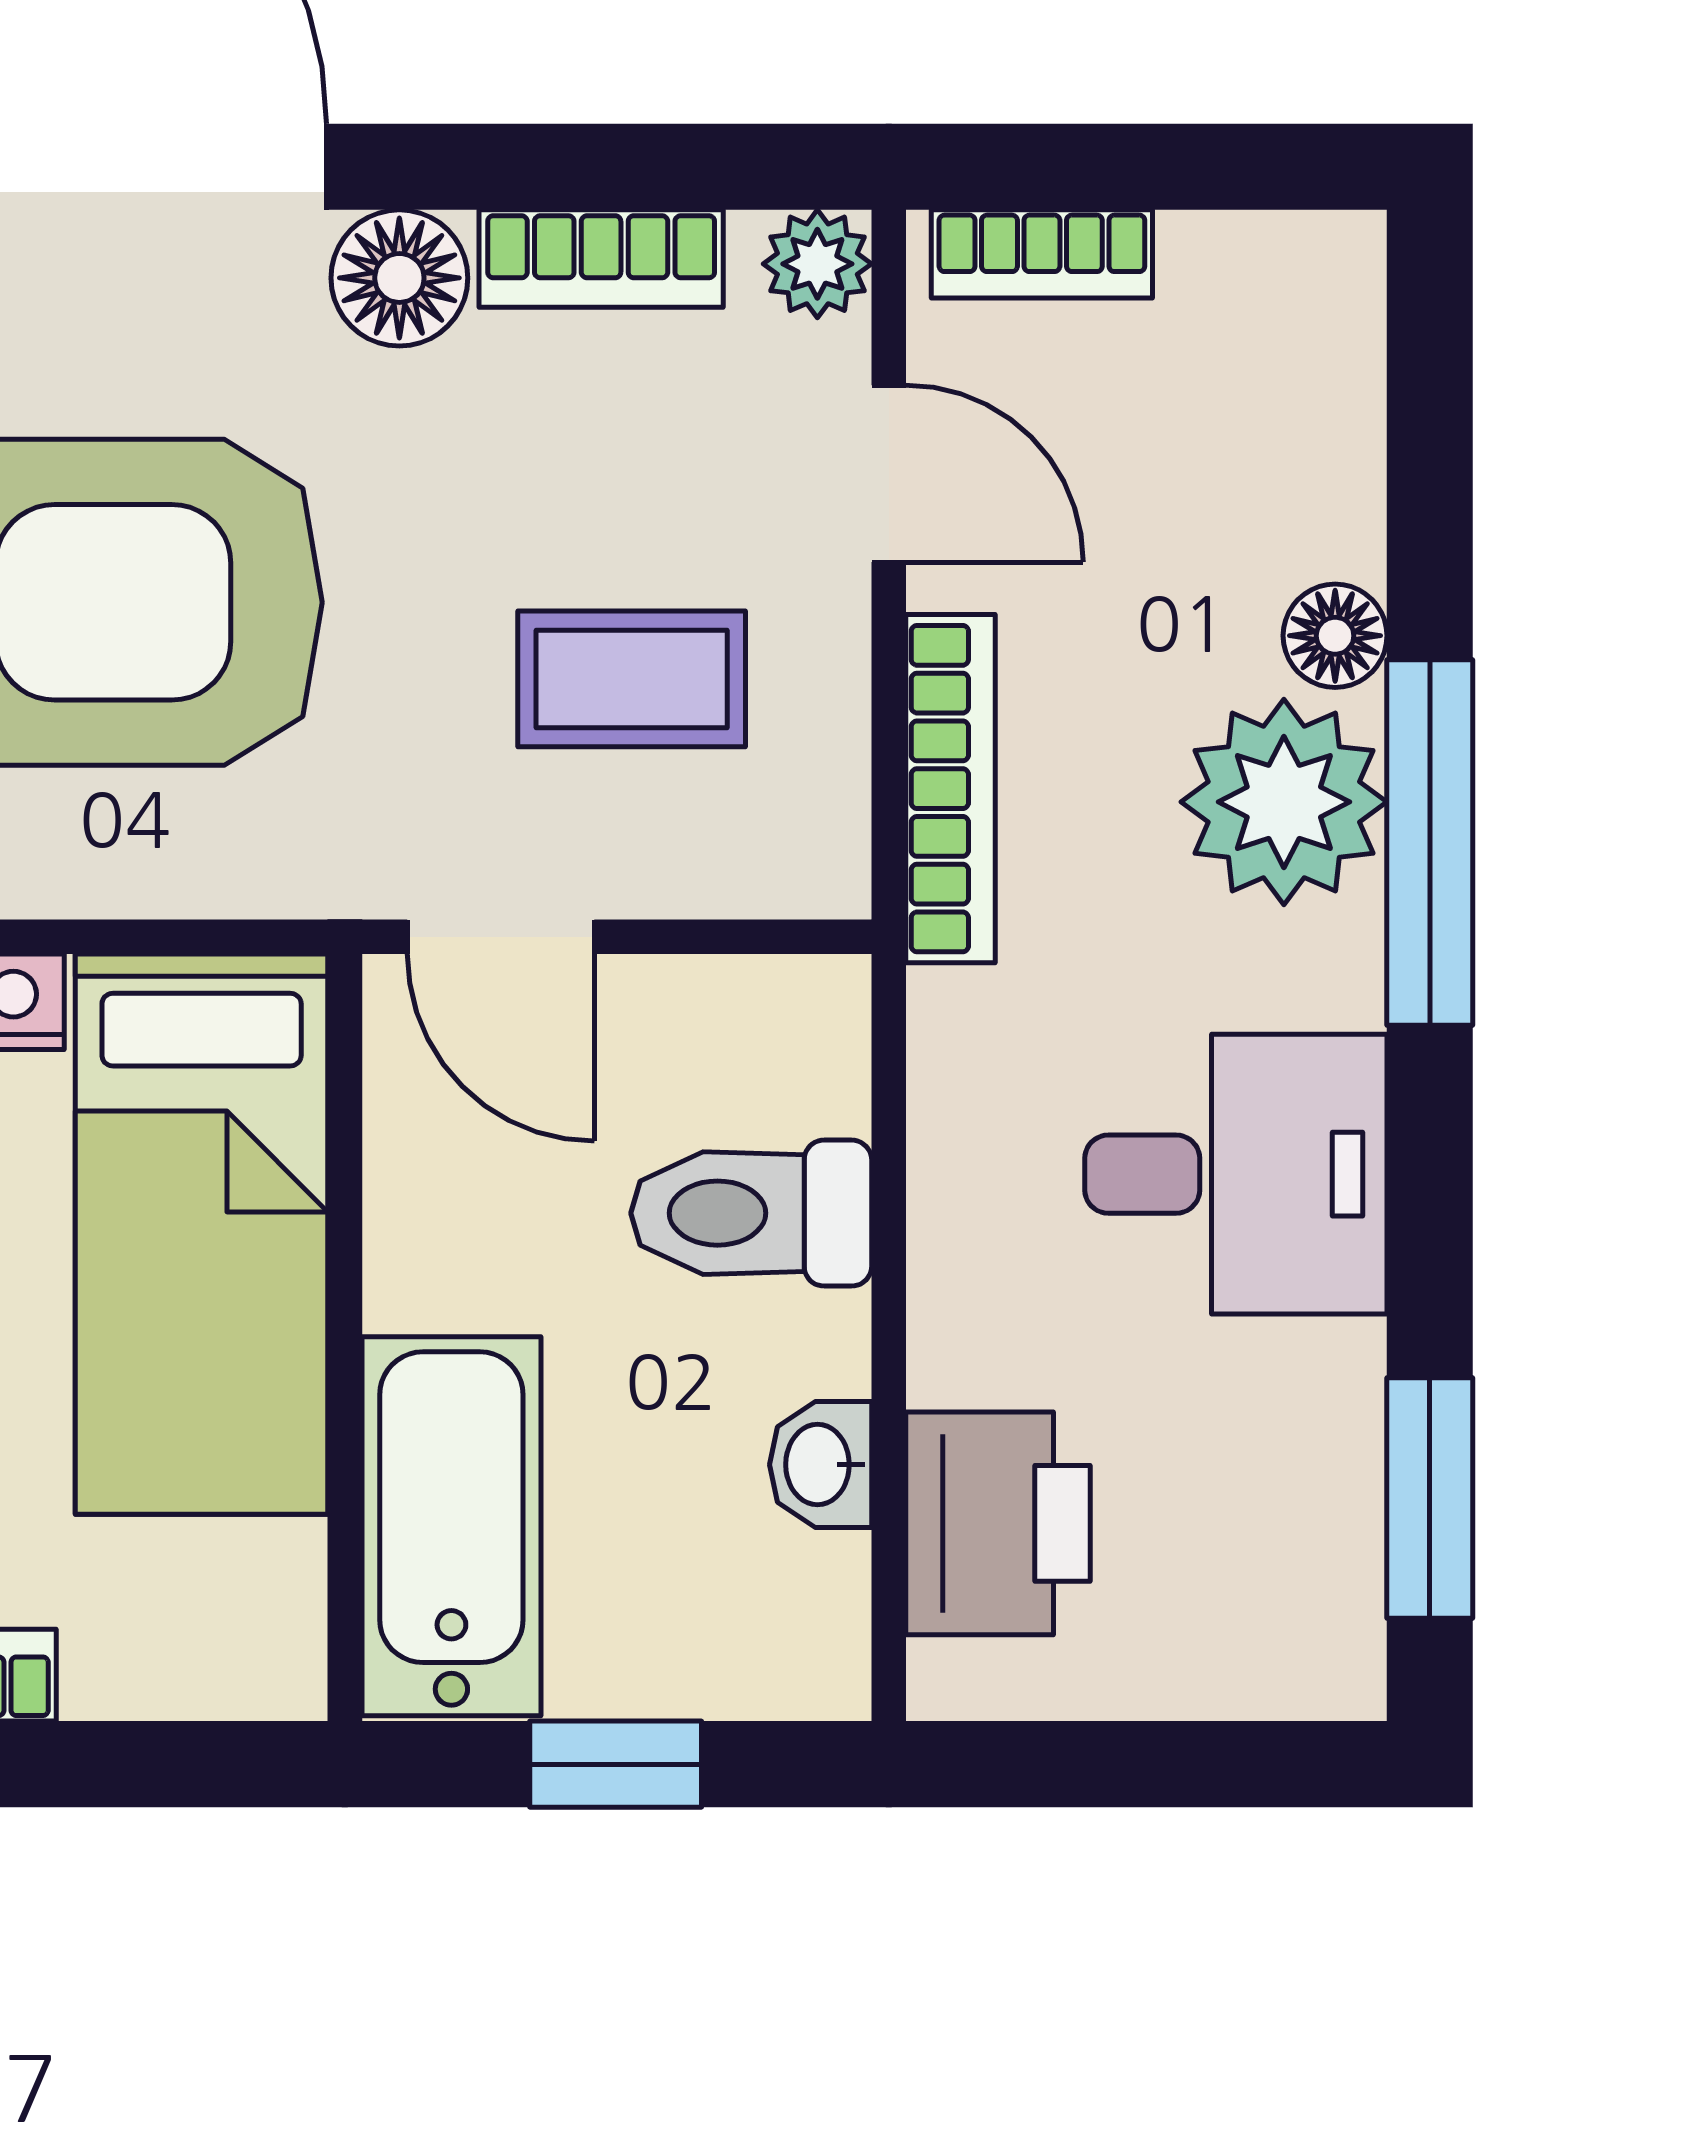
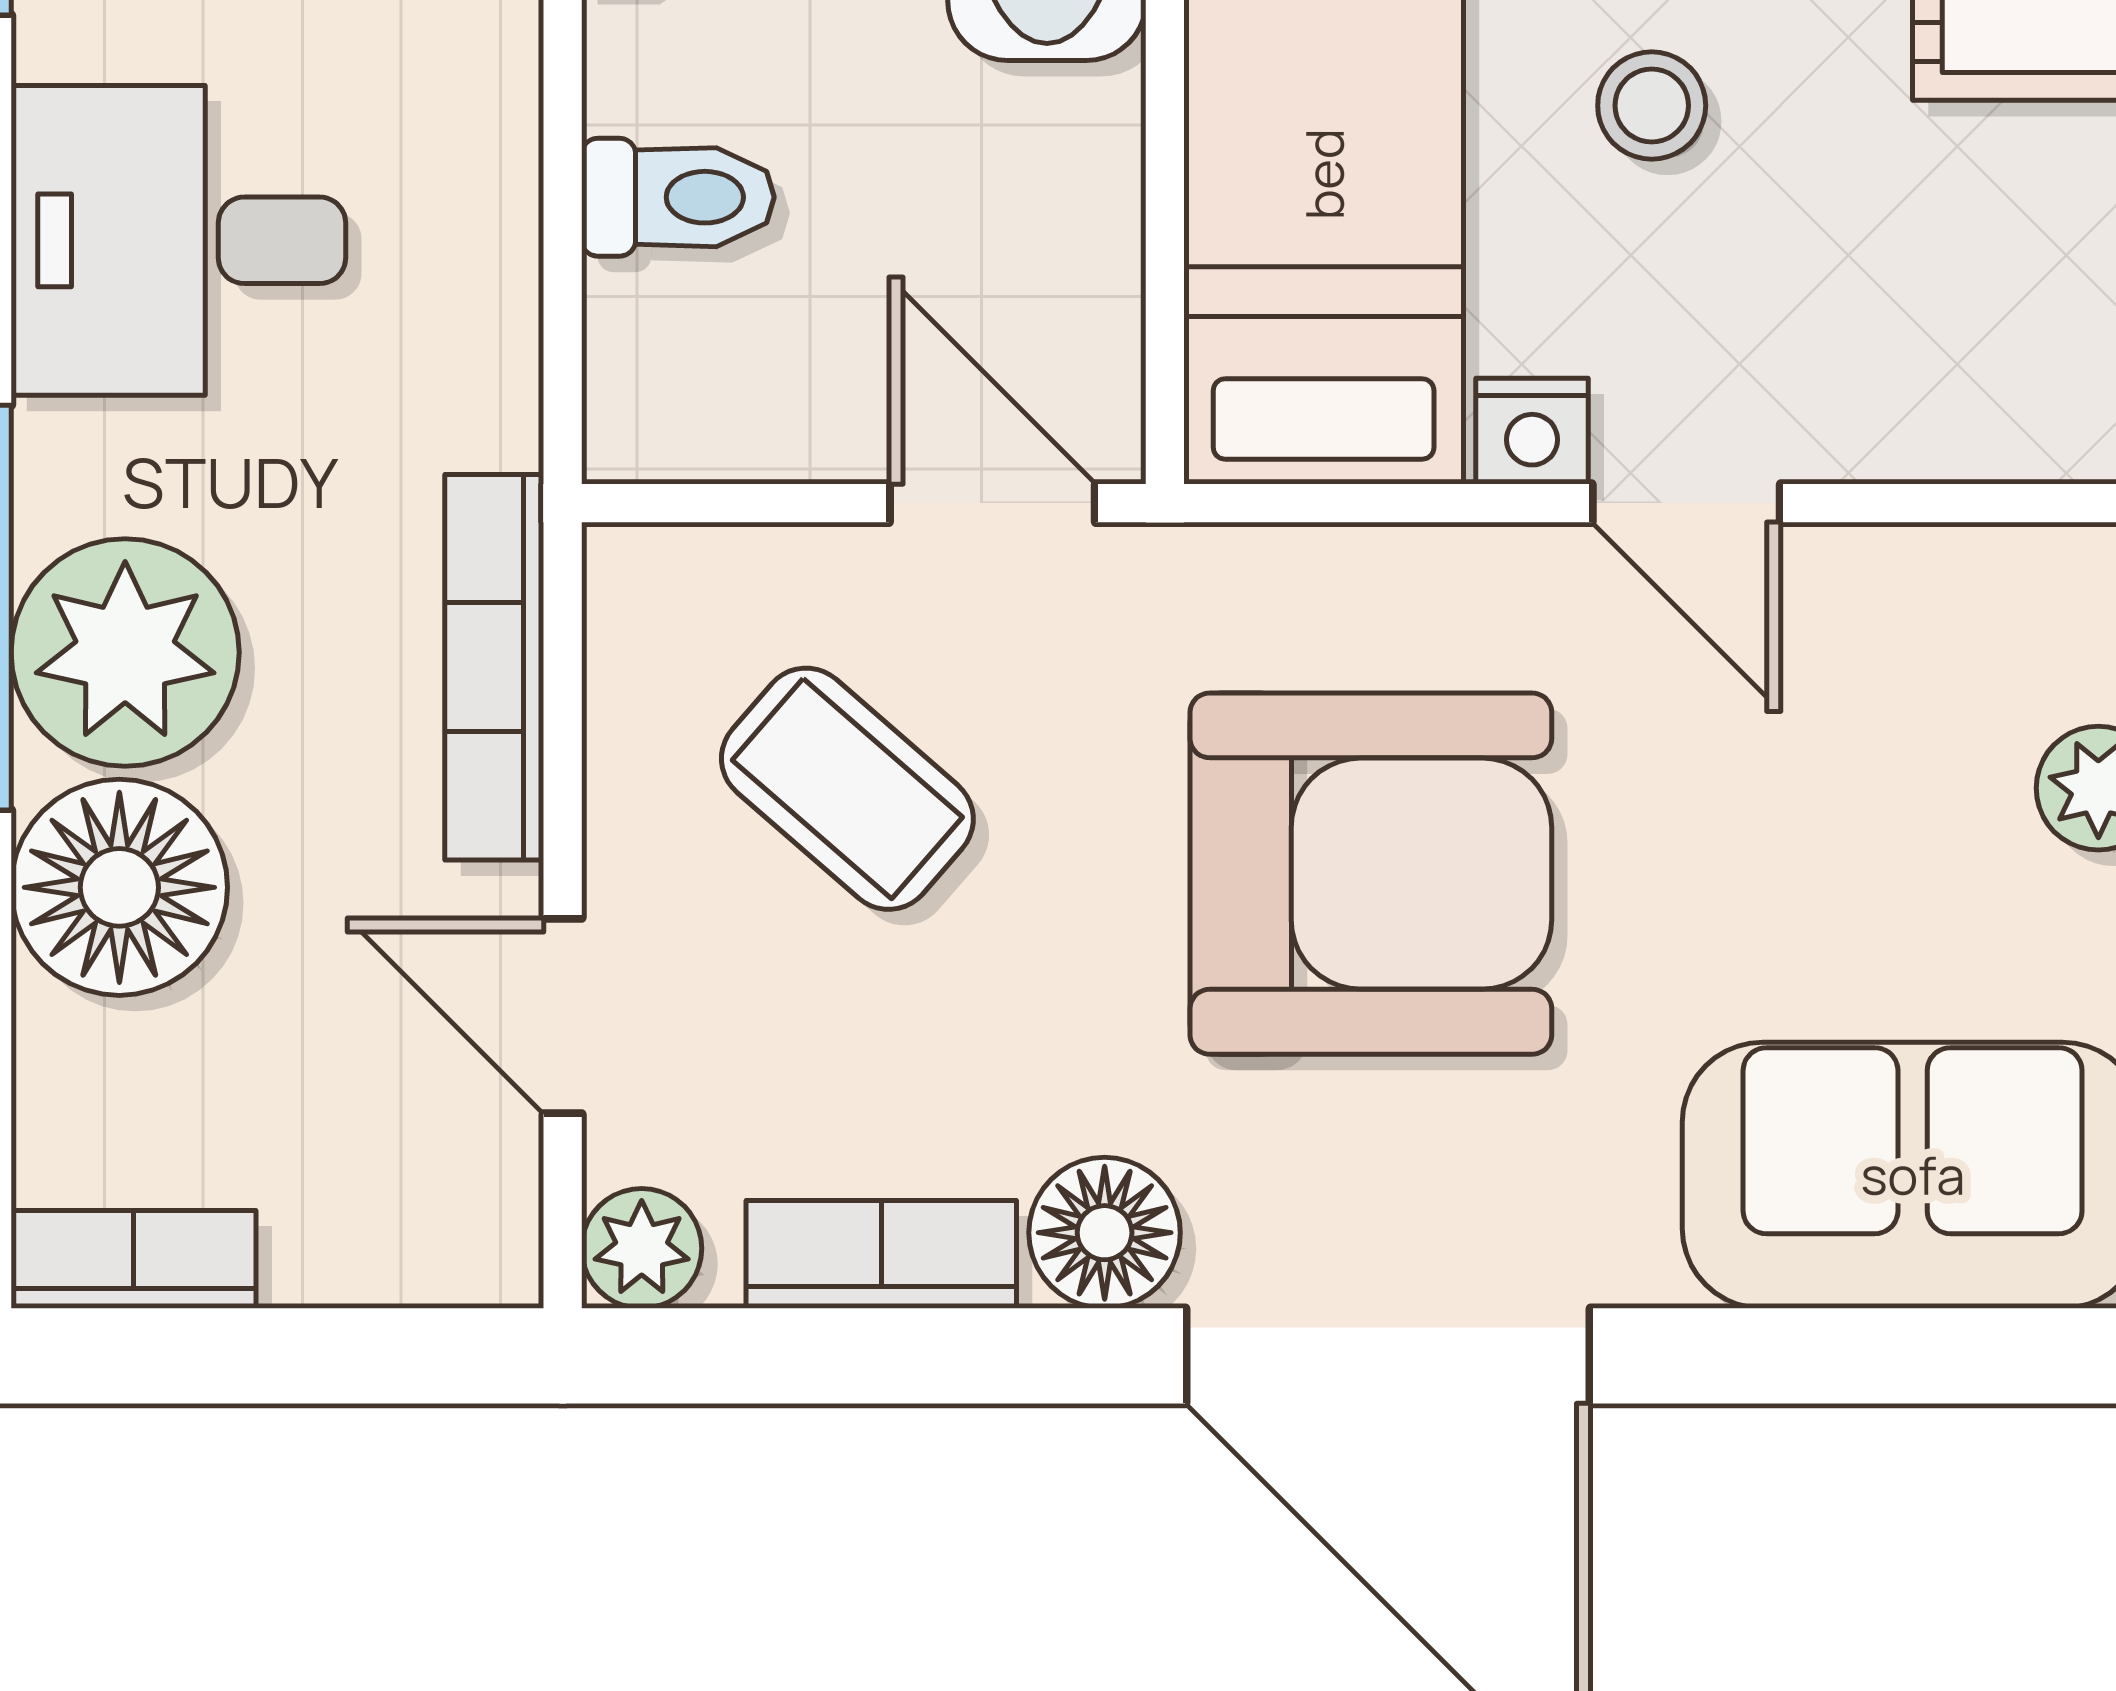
bookcase: (1042, 254) -> (134, 1259), moved
floor lamp: (1335, 636) -> (119, 887), width x1.89, depth x1.89
coffee table: (632, 679) -> (847, 789), turned 41
toilet: (751, 1213) -> (678, 197), width x0.73, depth x0.72

